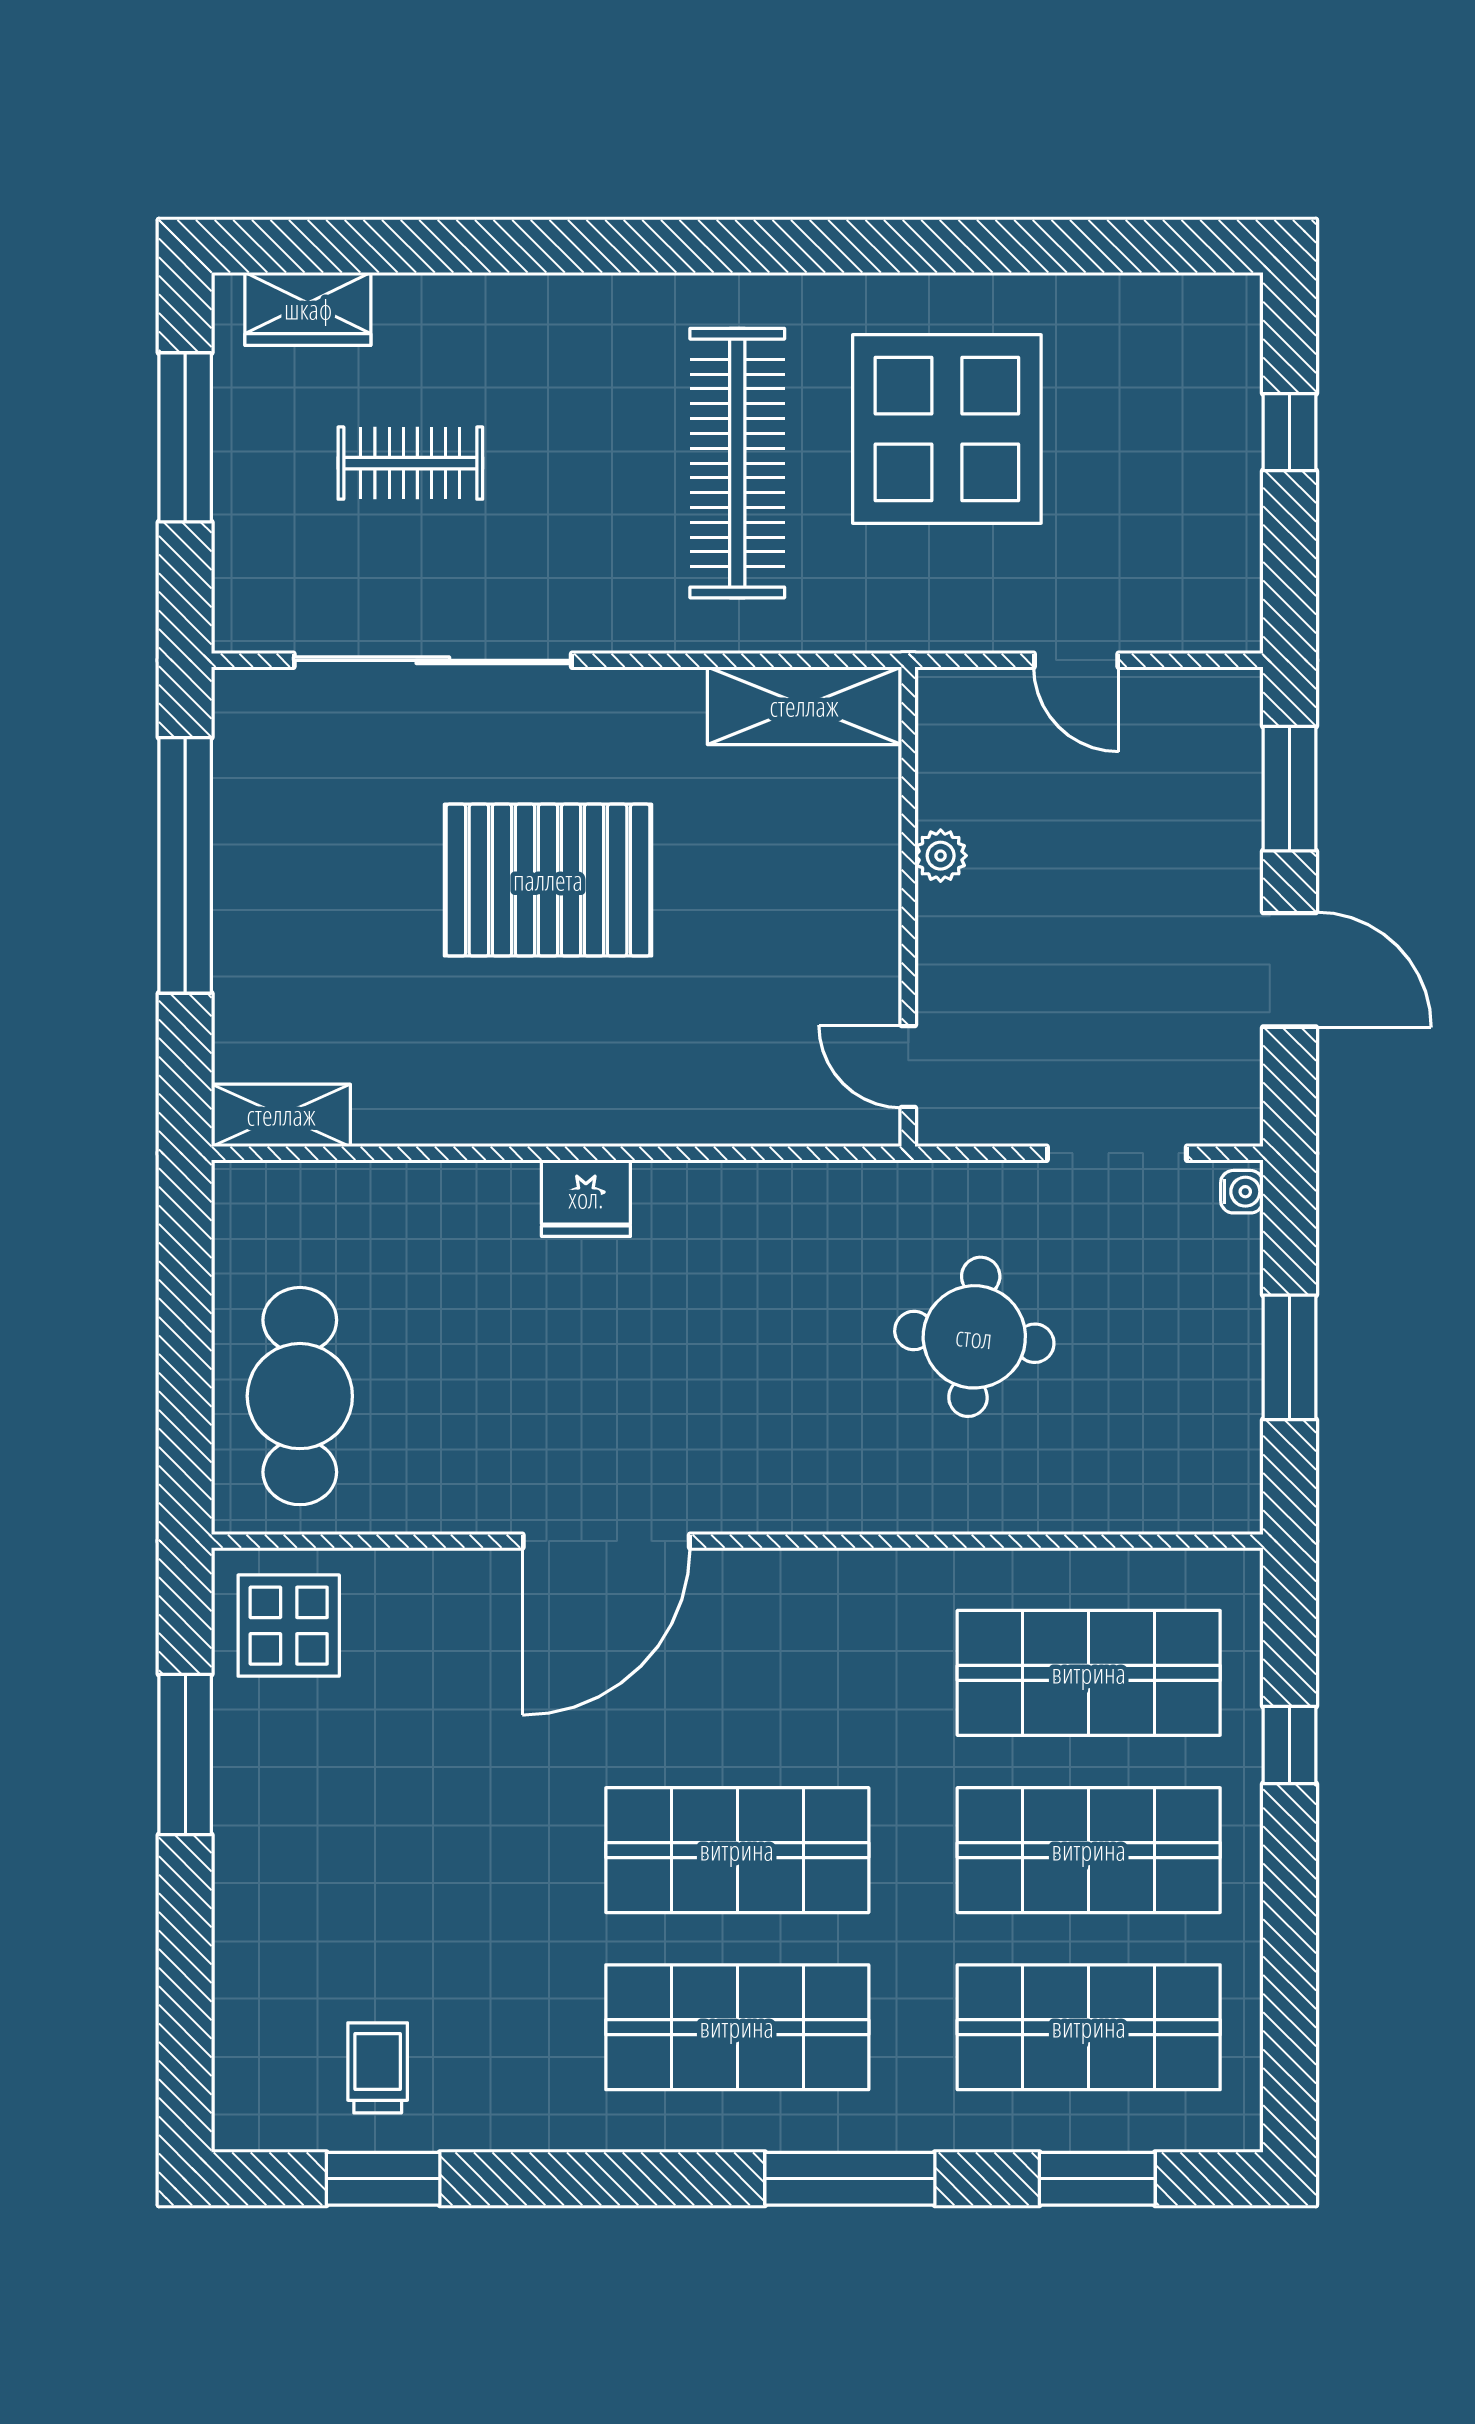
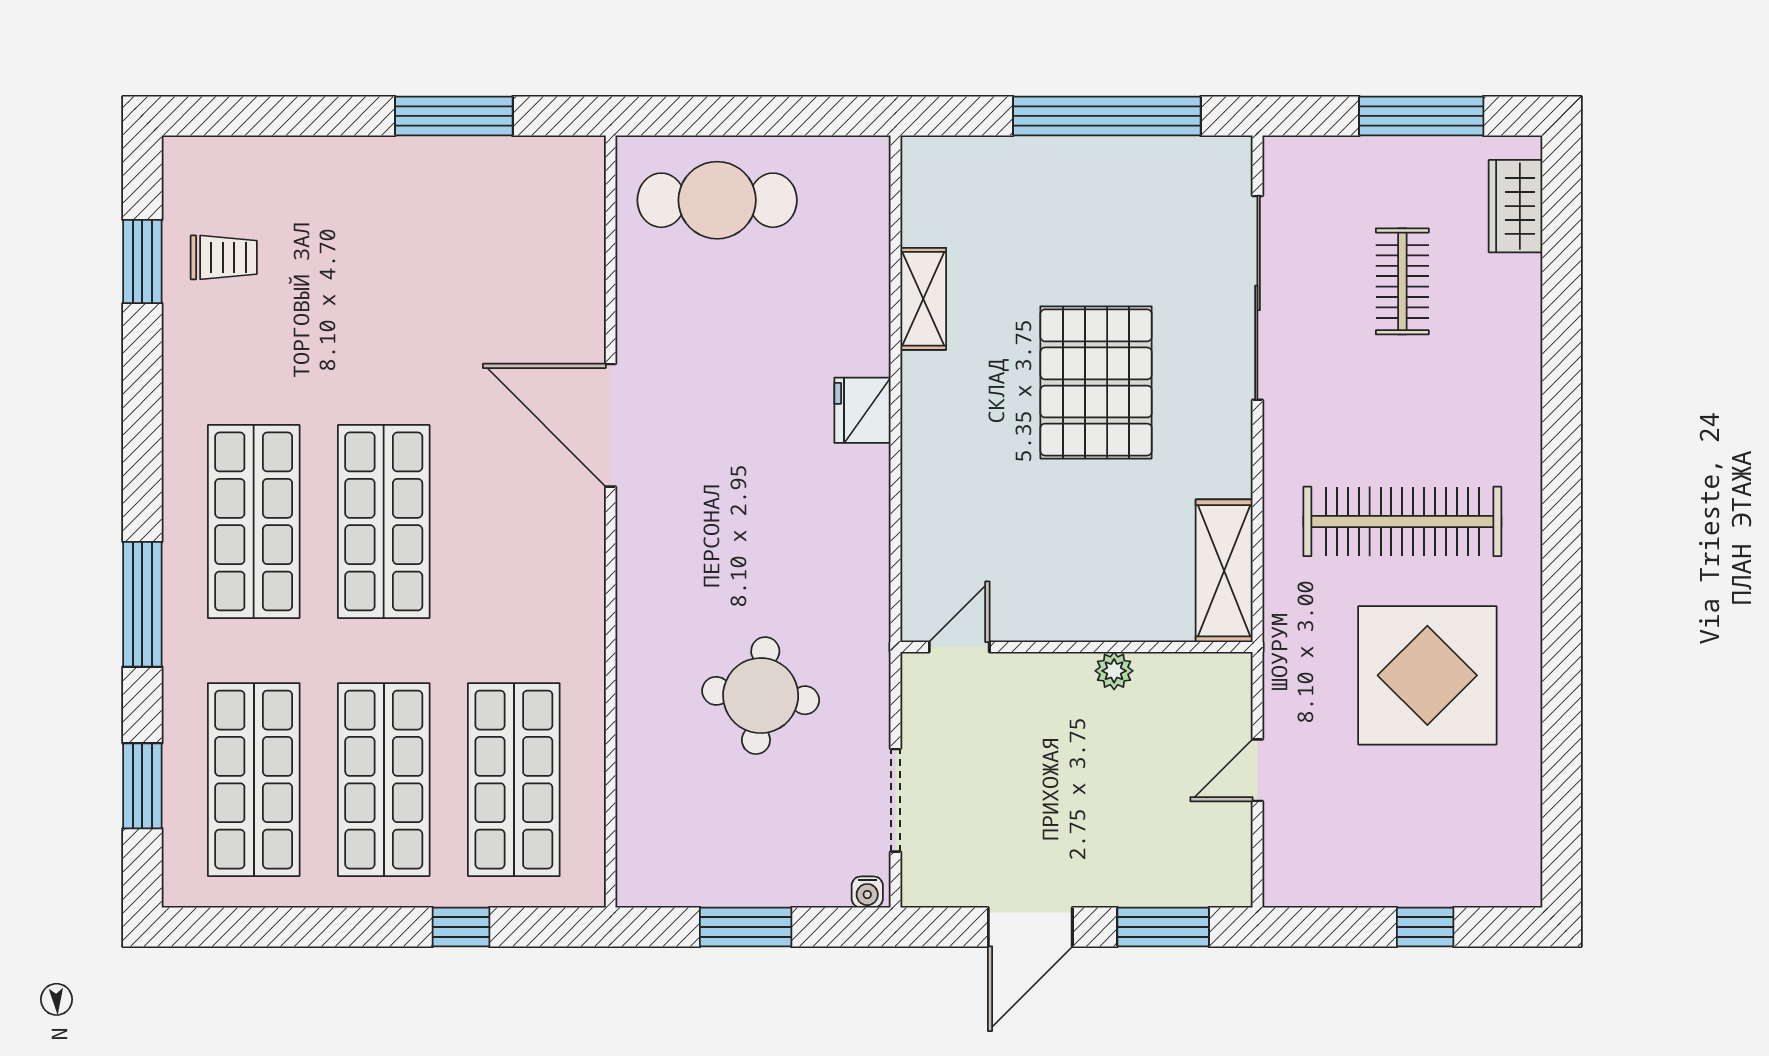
shelving: (281, 1115) -> (923, 299), moved
display table: (289, 1626) -> (549, 192), removed

